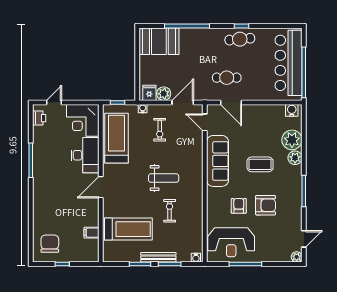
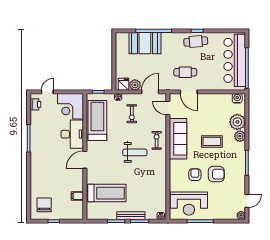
booth: (159, 41) -> (145, 43), moved
exercise bike: (170, 211) -> (157, 140), moved

